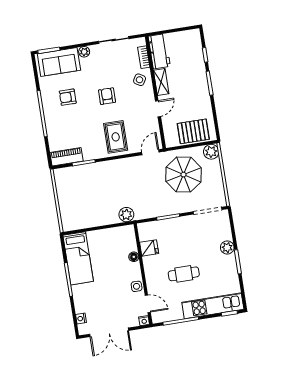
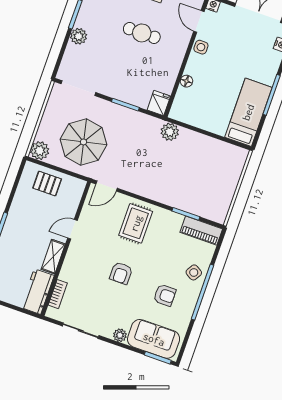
side table: (140, 80) -> (194, 272), moved
pallet: (193, 131) -> (47, 184), width x0.67, depth x0.71
fridge: (149, 248) -> (159, 103), moved, turned 90

